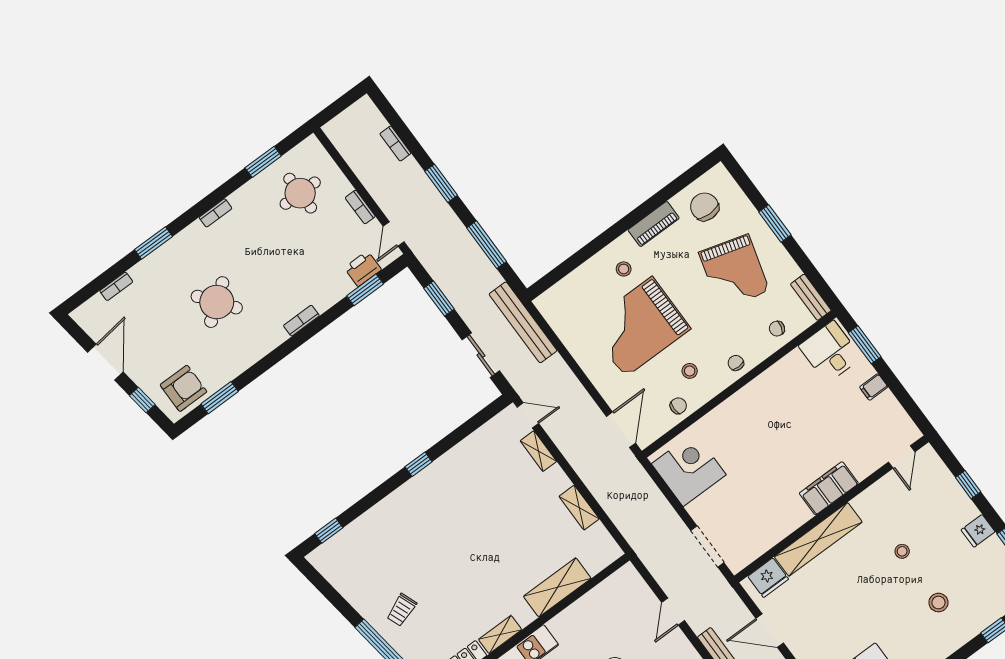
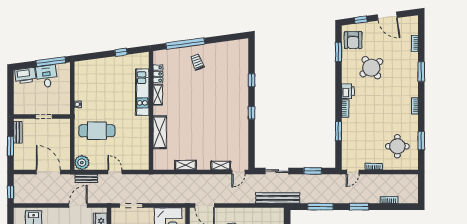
door: (394, 234) -> (353, 172), swing flipped
printer: (363, 269) -> (348, 91), moved
window: (365, 290) -> (338, 131), moved
round table: (217, 302) -> (371, 68), moved
window: (329, 531) -> (252, 80), moved

